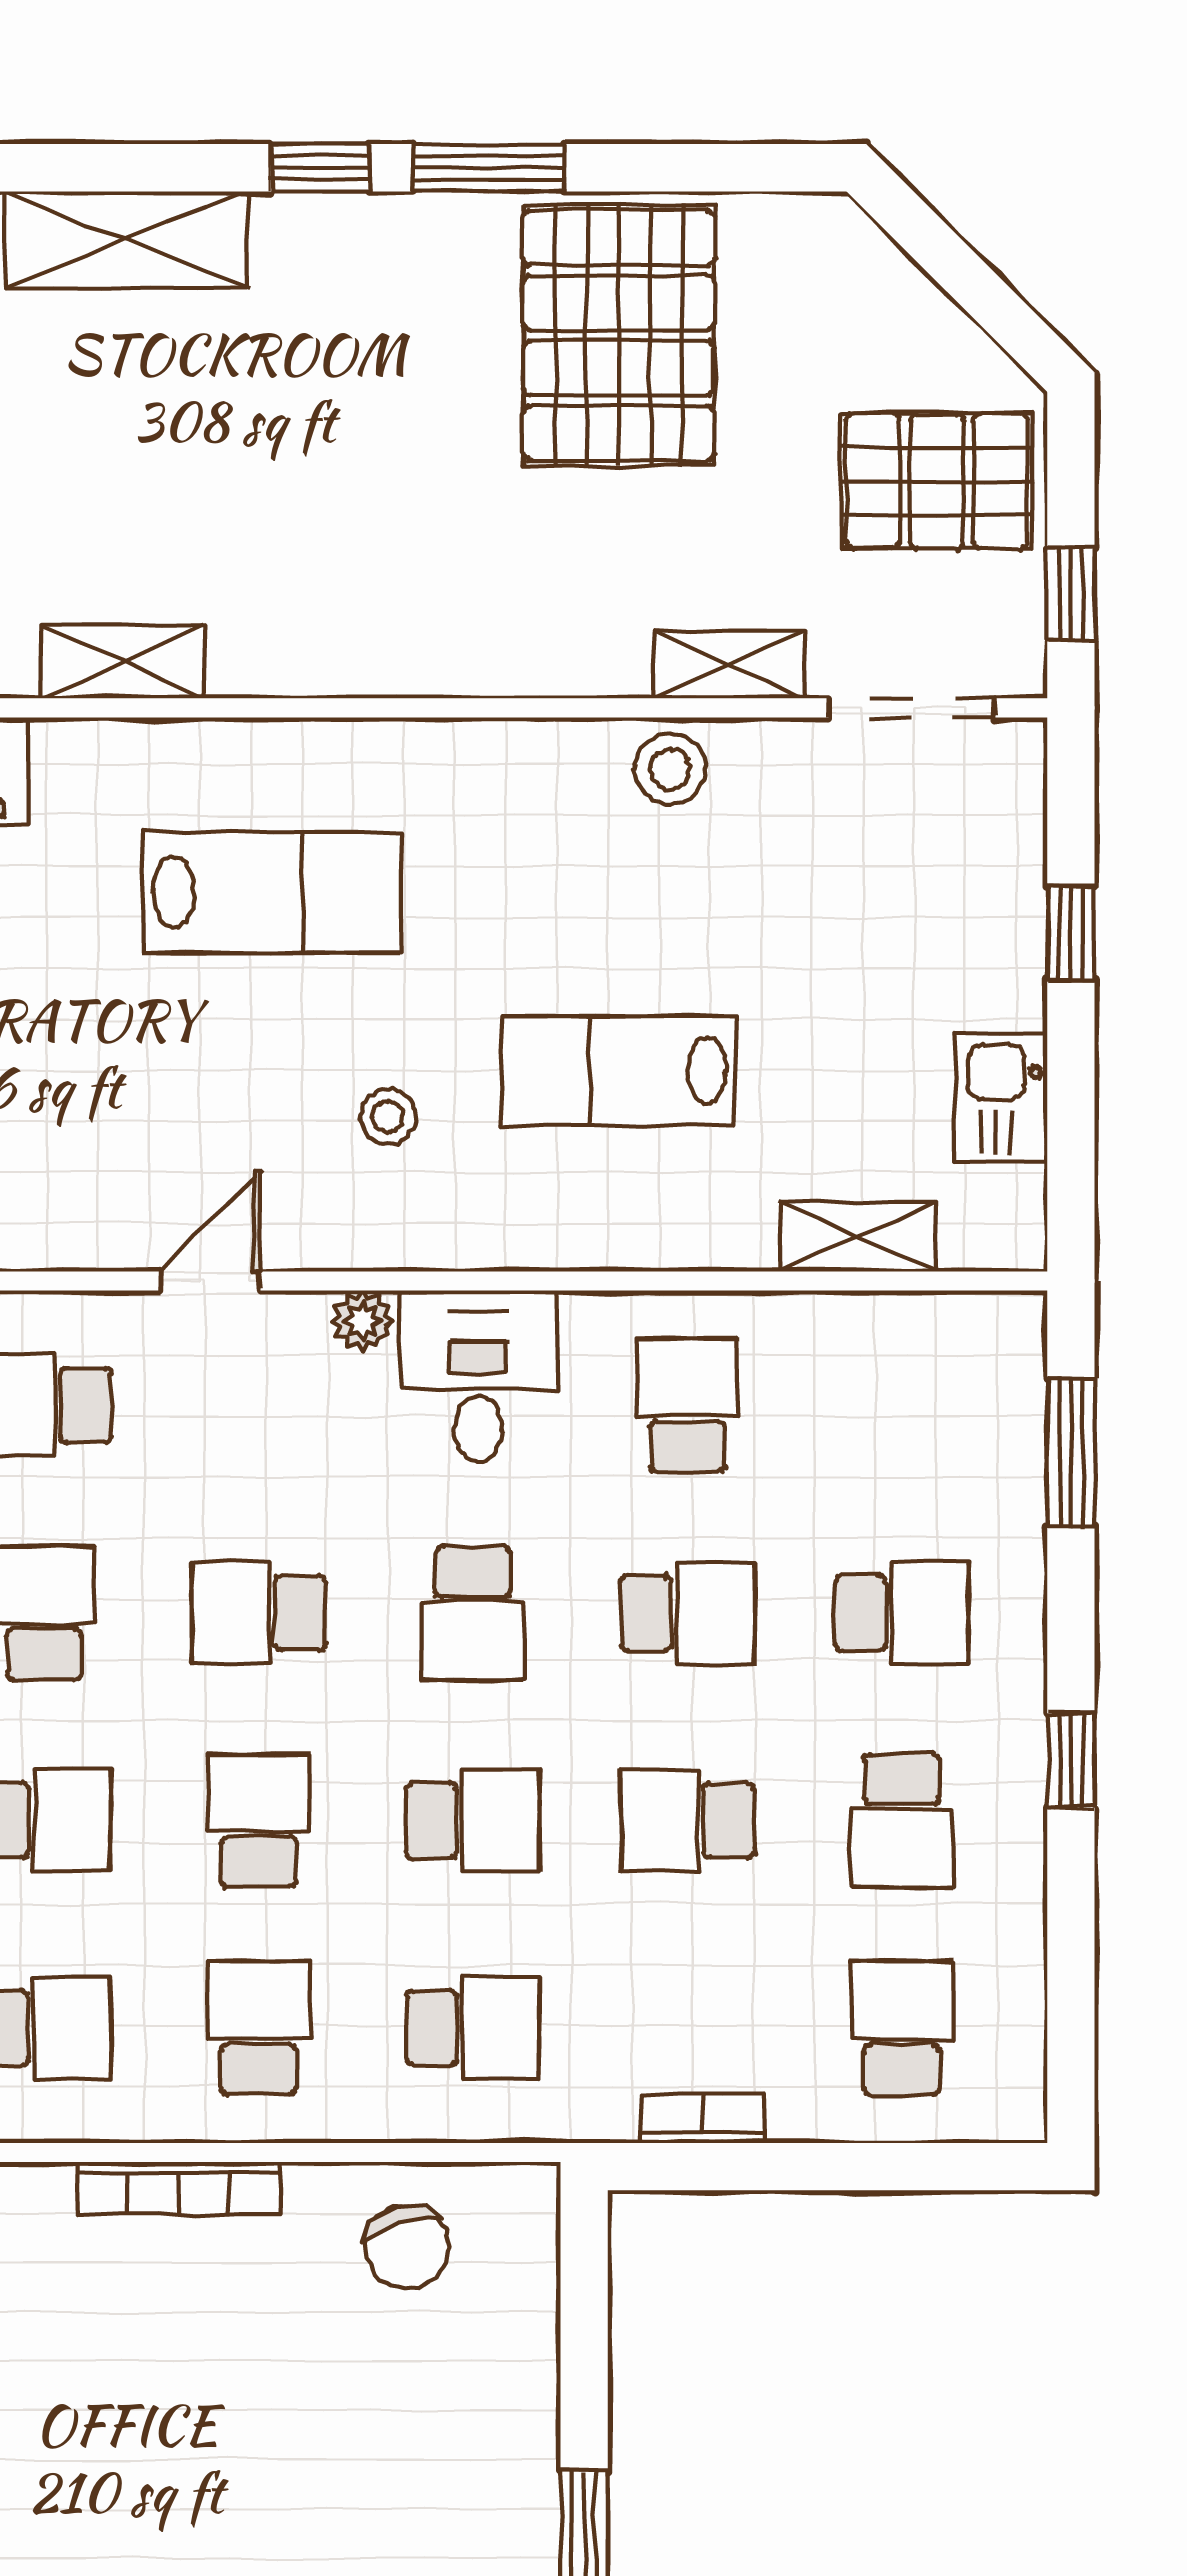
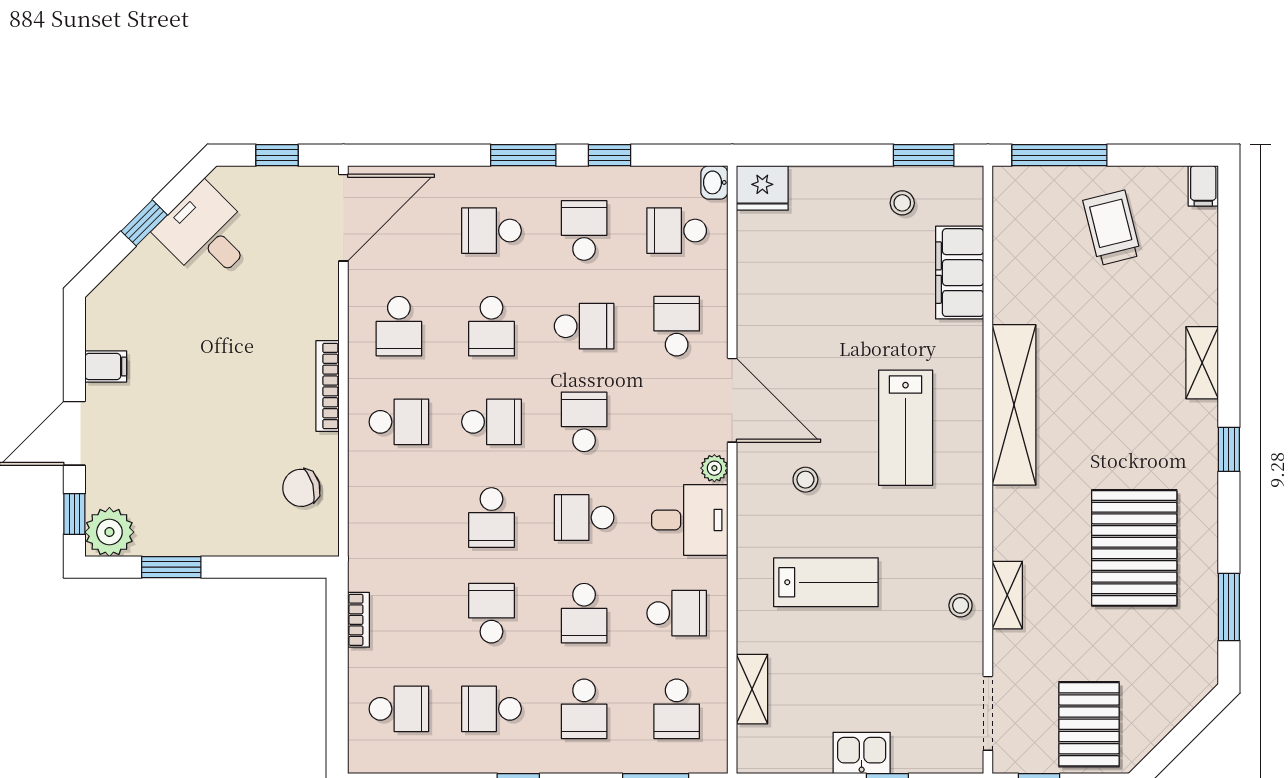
window: (489, 168) -> (1229, 607), moved
shelving: (126, 240) -> (1202, 363), width x0.67, depth x0.75
pallet: (619, 335) -> (1134, 548), moved, turned 90
shelving: (123, 662) -> (1014, 405), width x2.20, depth x1.33
shelving: (729, 664) -> (1007, 595), moved
stool: (670, 769) -> (961, 605), width x0.73, depth x0.73
lab bench: (618, 1071) -> (826, 582), turned 90
kitchen sink: (1001, 1098) -> (862, 753), moved
door: (210, 1281) -> (732, 400), width x1.87
school desk: (473, 2028) -> (677, 709), moved

